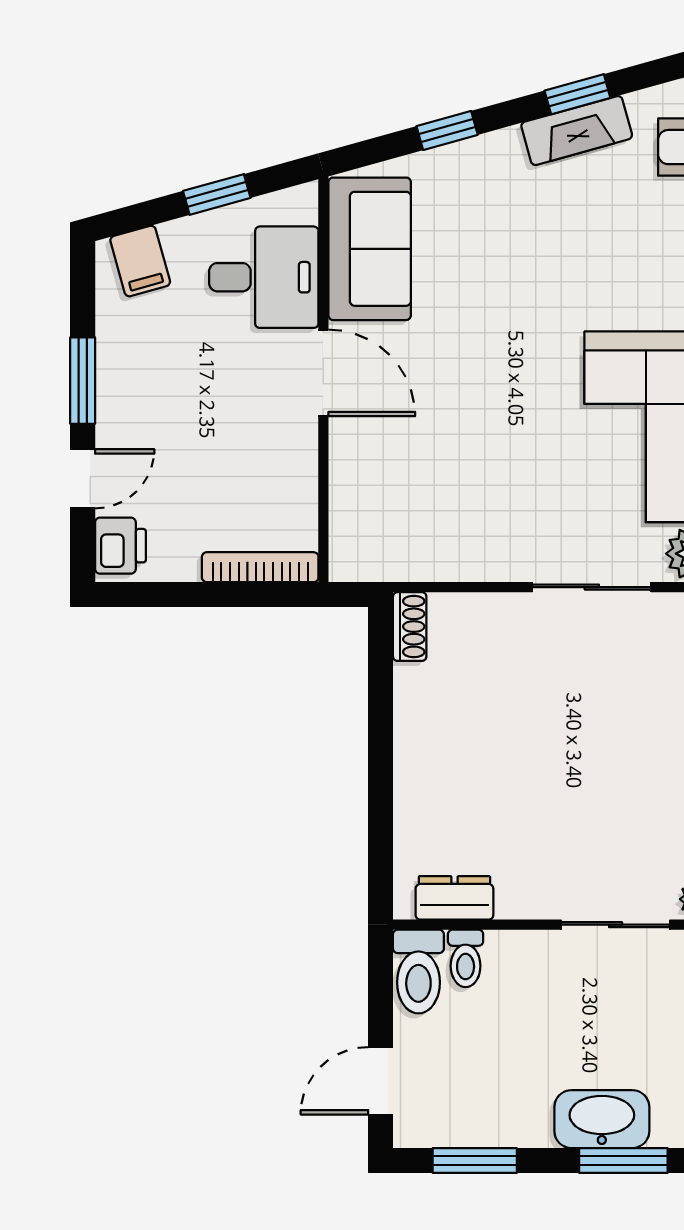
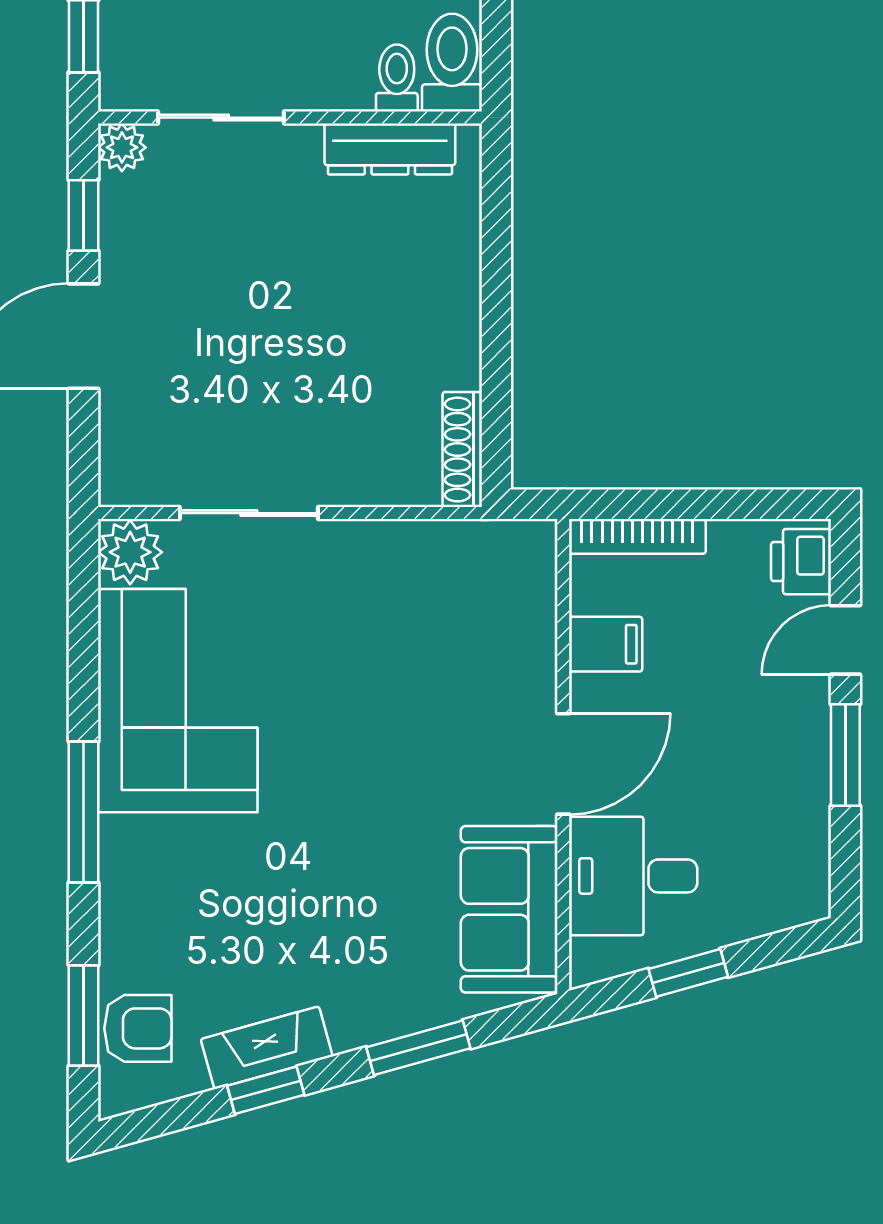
window: (447, 130) -> (418, 1048), width x1.50
filing cabinet: (140, 261) -> (606, 644), moved, turned 106
door: (323, 373) -> (563, 764), swing flipped
shoe rack: (410, 627) -> (462, 449), width x1.43
dresser: (454, 898) -> (390, 149), width x1.44

